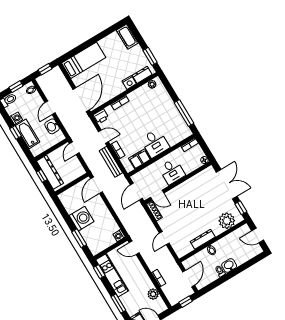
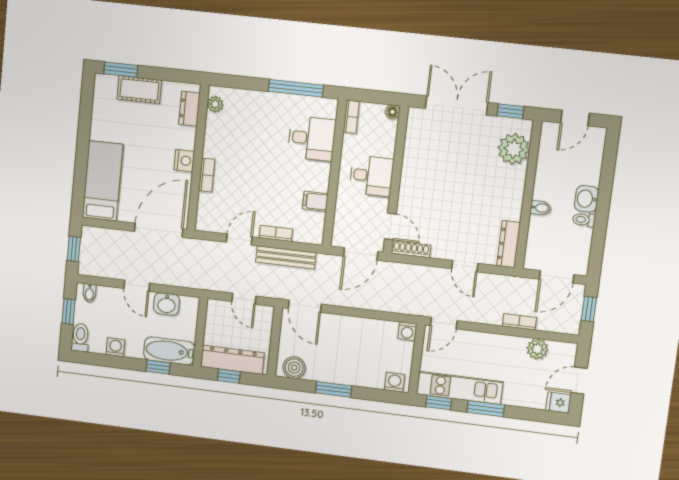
cot: (127, 37) -> (139, 90), moved
window: (150, 56) -> (121, 70), moved
nightstand: (129, 82) -> (184, 161), moved
door: (81, 100) -> (159, 230), hinge flipped
printer: (101, 116) -> (206, 219), removed
window: (16, 132) -> (158, 367), moved
bathtub: (28, 134) -> (169, 351), moved
desk: (155, 143) -> (312, 138), moved
door: (74, 148) -> (244, 299), moved
filing cabinet: (140, 159) -> (315, 201), width x0.50
door: (136, 192) -> (361, 254), hinge flipped
door: (157, 195) -> (390, 226), hinge flipped
boiler: (67, 201) -> (294, 368), added
washing machine: (82, 219) -> (395, 382), moved, width x0.53, depth x0.53
window: (79, 238) -> (334, 389), moved
dresser: (203, 239) -> (508, 244), moved
door: (189, 279) -> (557, 277), swing flipped
window: (118, 303) -> (486, 409), moved

